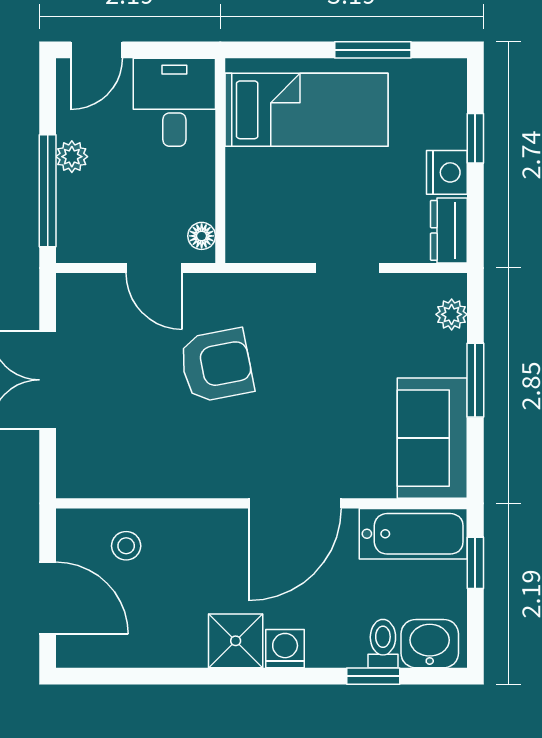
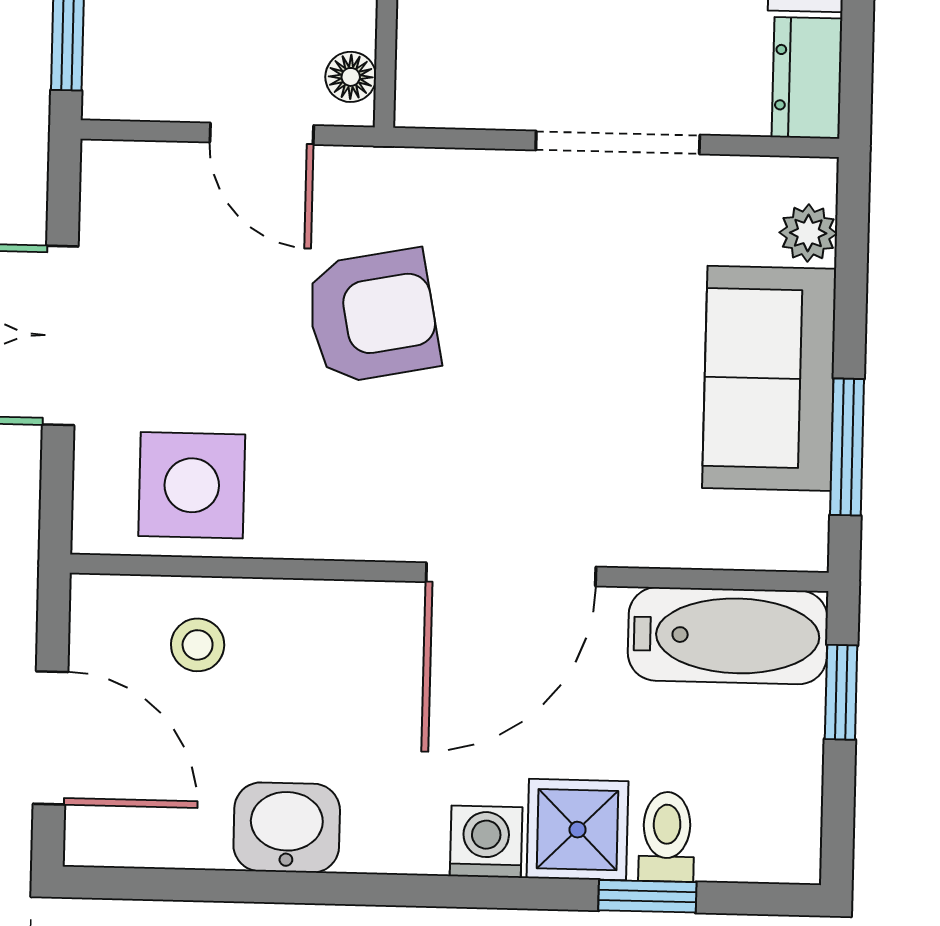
doorway: (347, 268) -> (618, 143), width x1.38
window: (475, 380) -> (847, 447), moved
sofa: (432, 438) -> (769, 378), moved
side table: (121, 459) -> (192, 485), added
shower: (236, 641) -> (578, 830), moved
washbasin: (430, 644) -> (287, 828), moved

